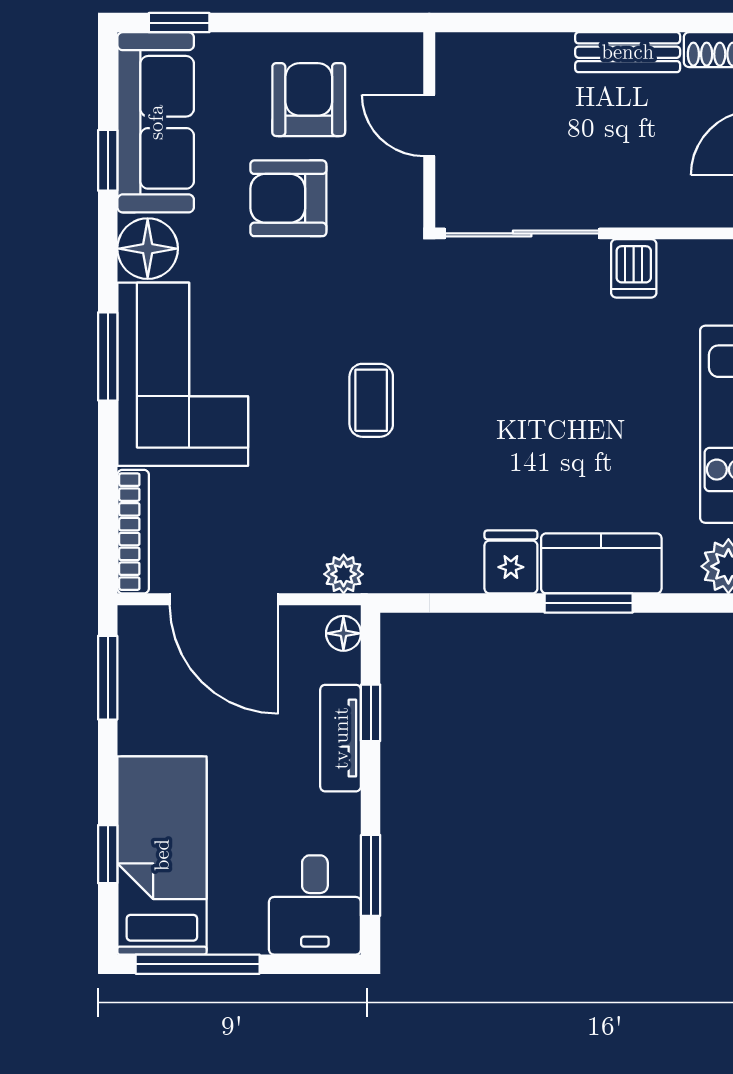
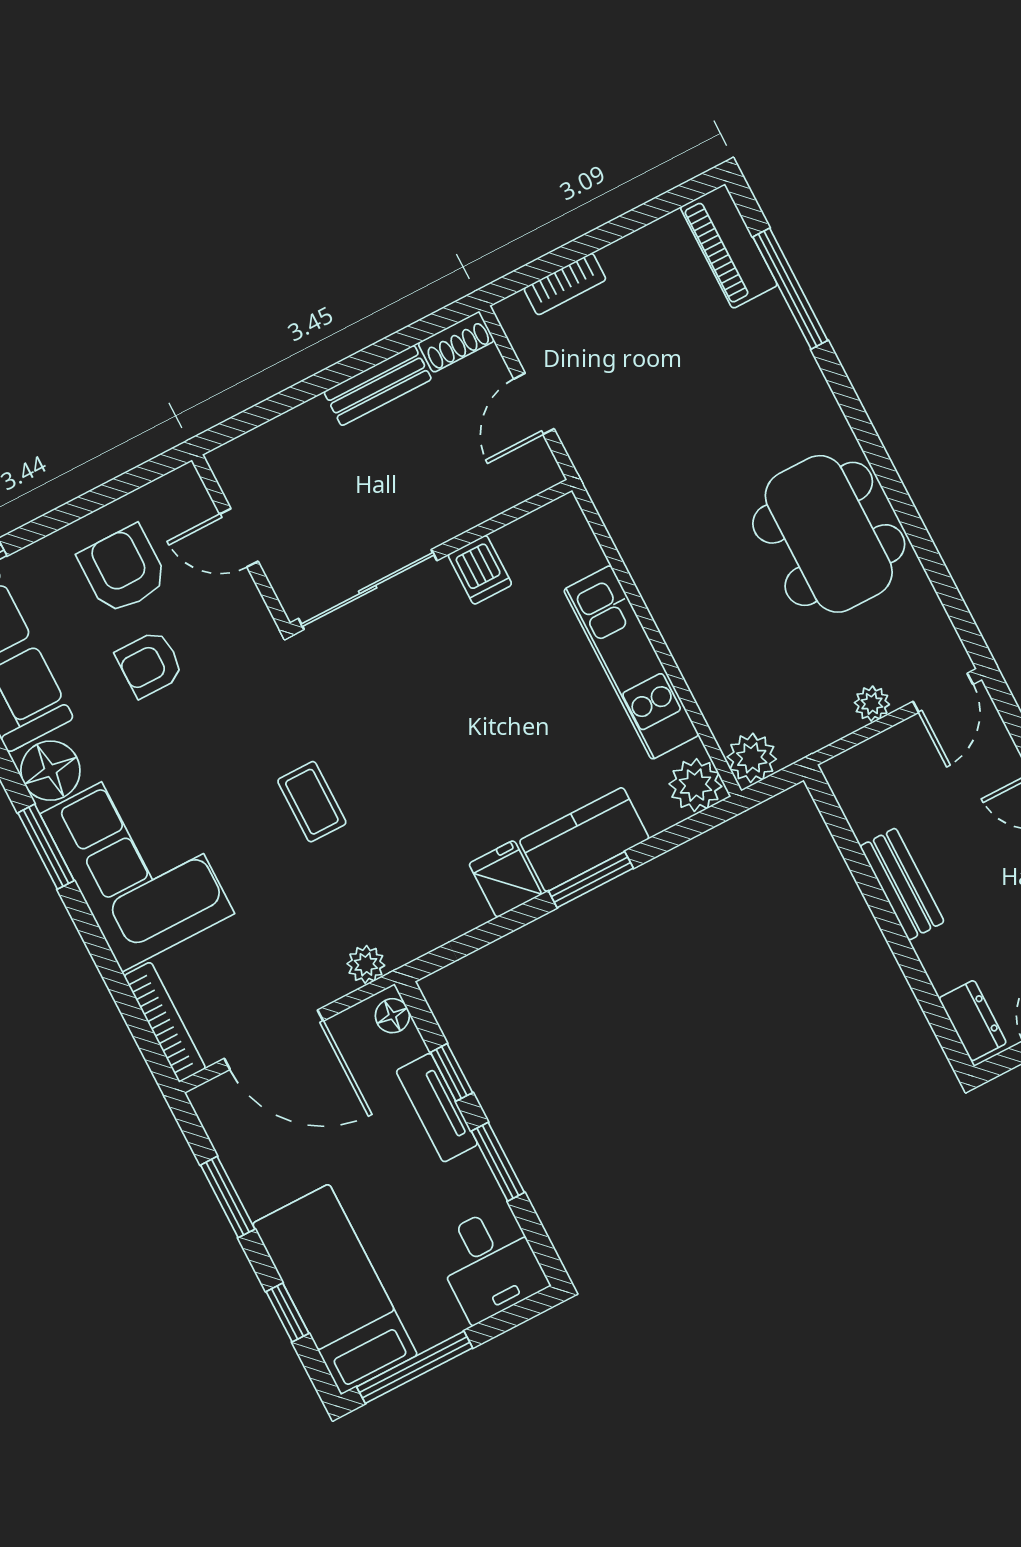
armchair: (288, 198) -> (150, 664), width x0.72, depth x0.72
window: (108, 356) -> (46, 847), moved
window: (108, 678) -> (228, 1197), moved
window: (371, 875) -> (498, 1162), moved

